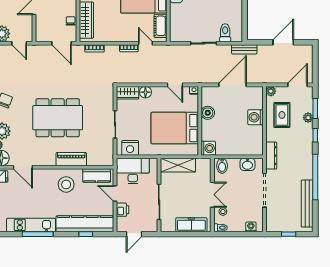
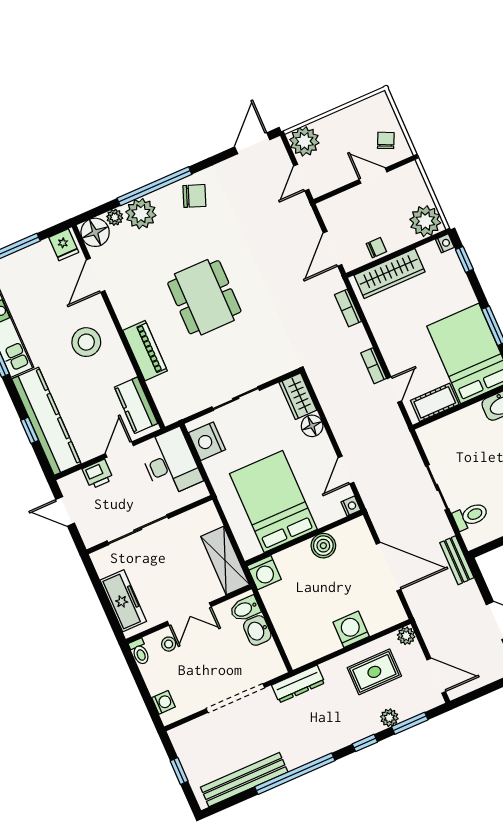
dining table: (58, 118) -> (204, 297), width x0.73, depth x0.80
washbasin: (247, 164) -> (257, 630), moved
shelving: (178, 165) -> (225, 561), moved
stool: (66, 184) -> (86, 342), moved

